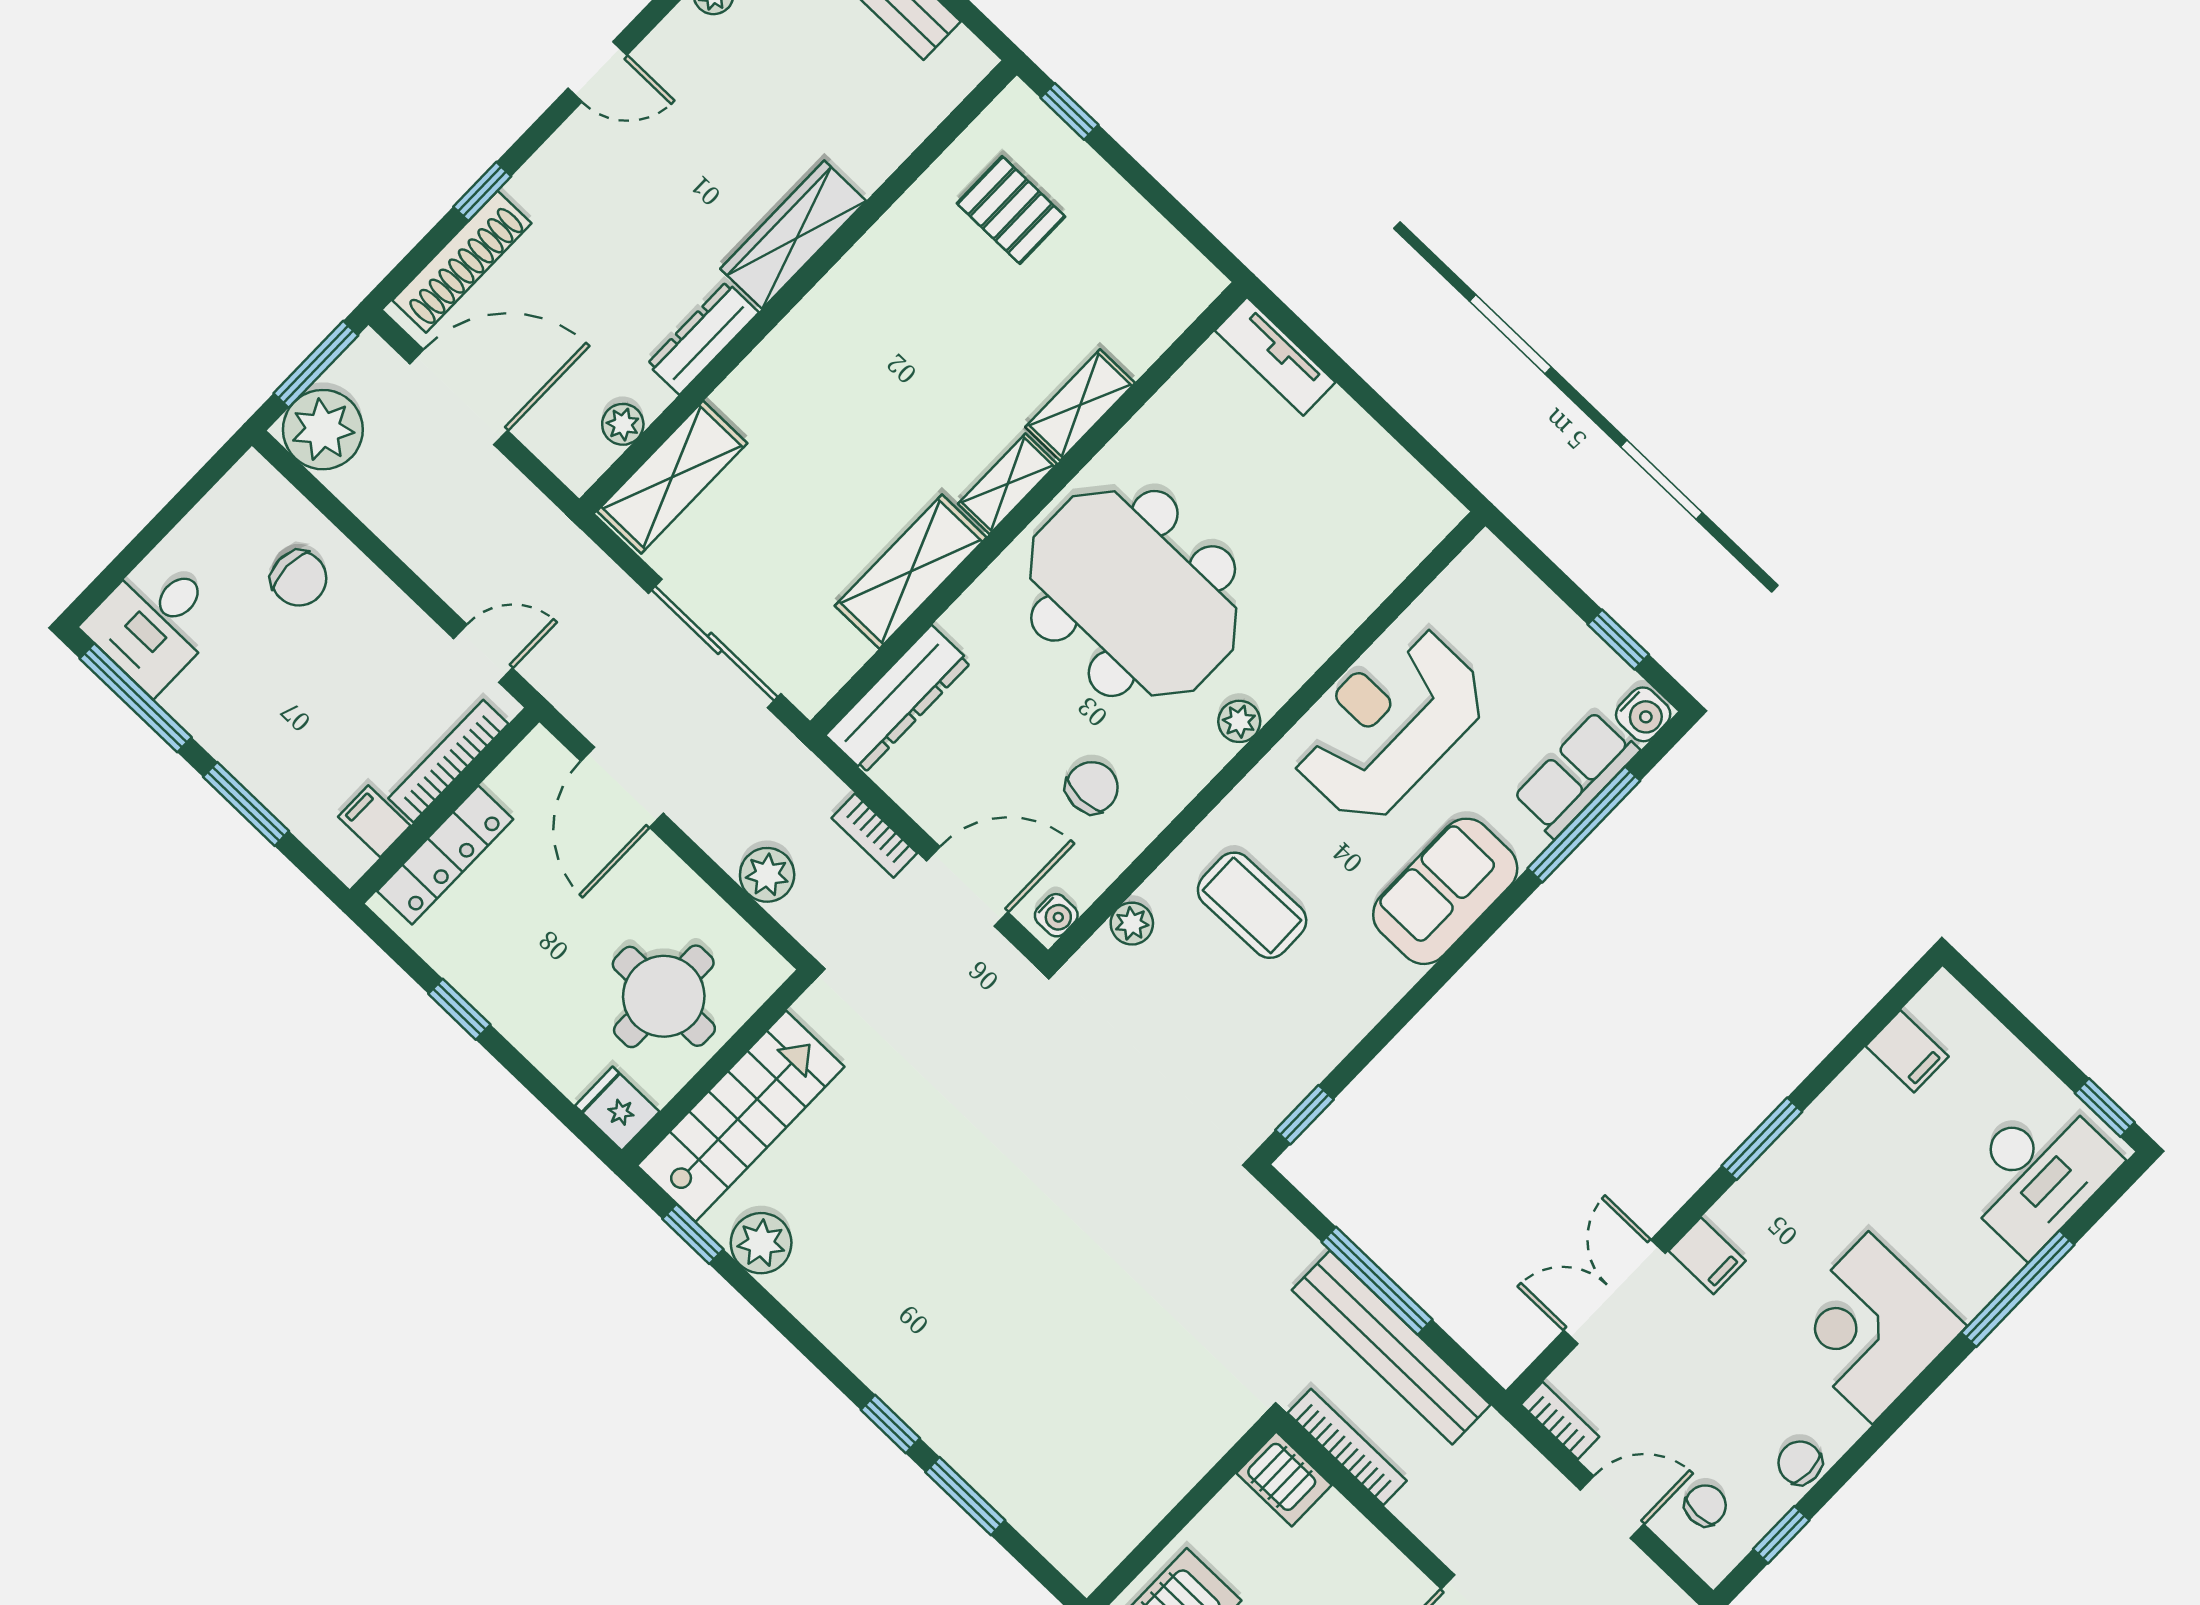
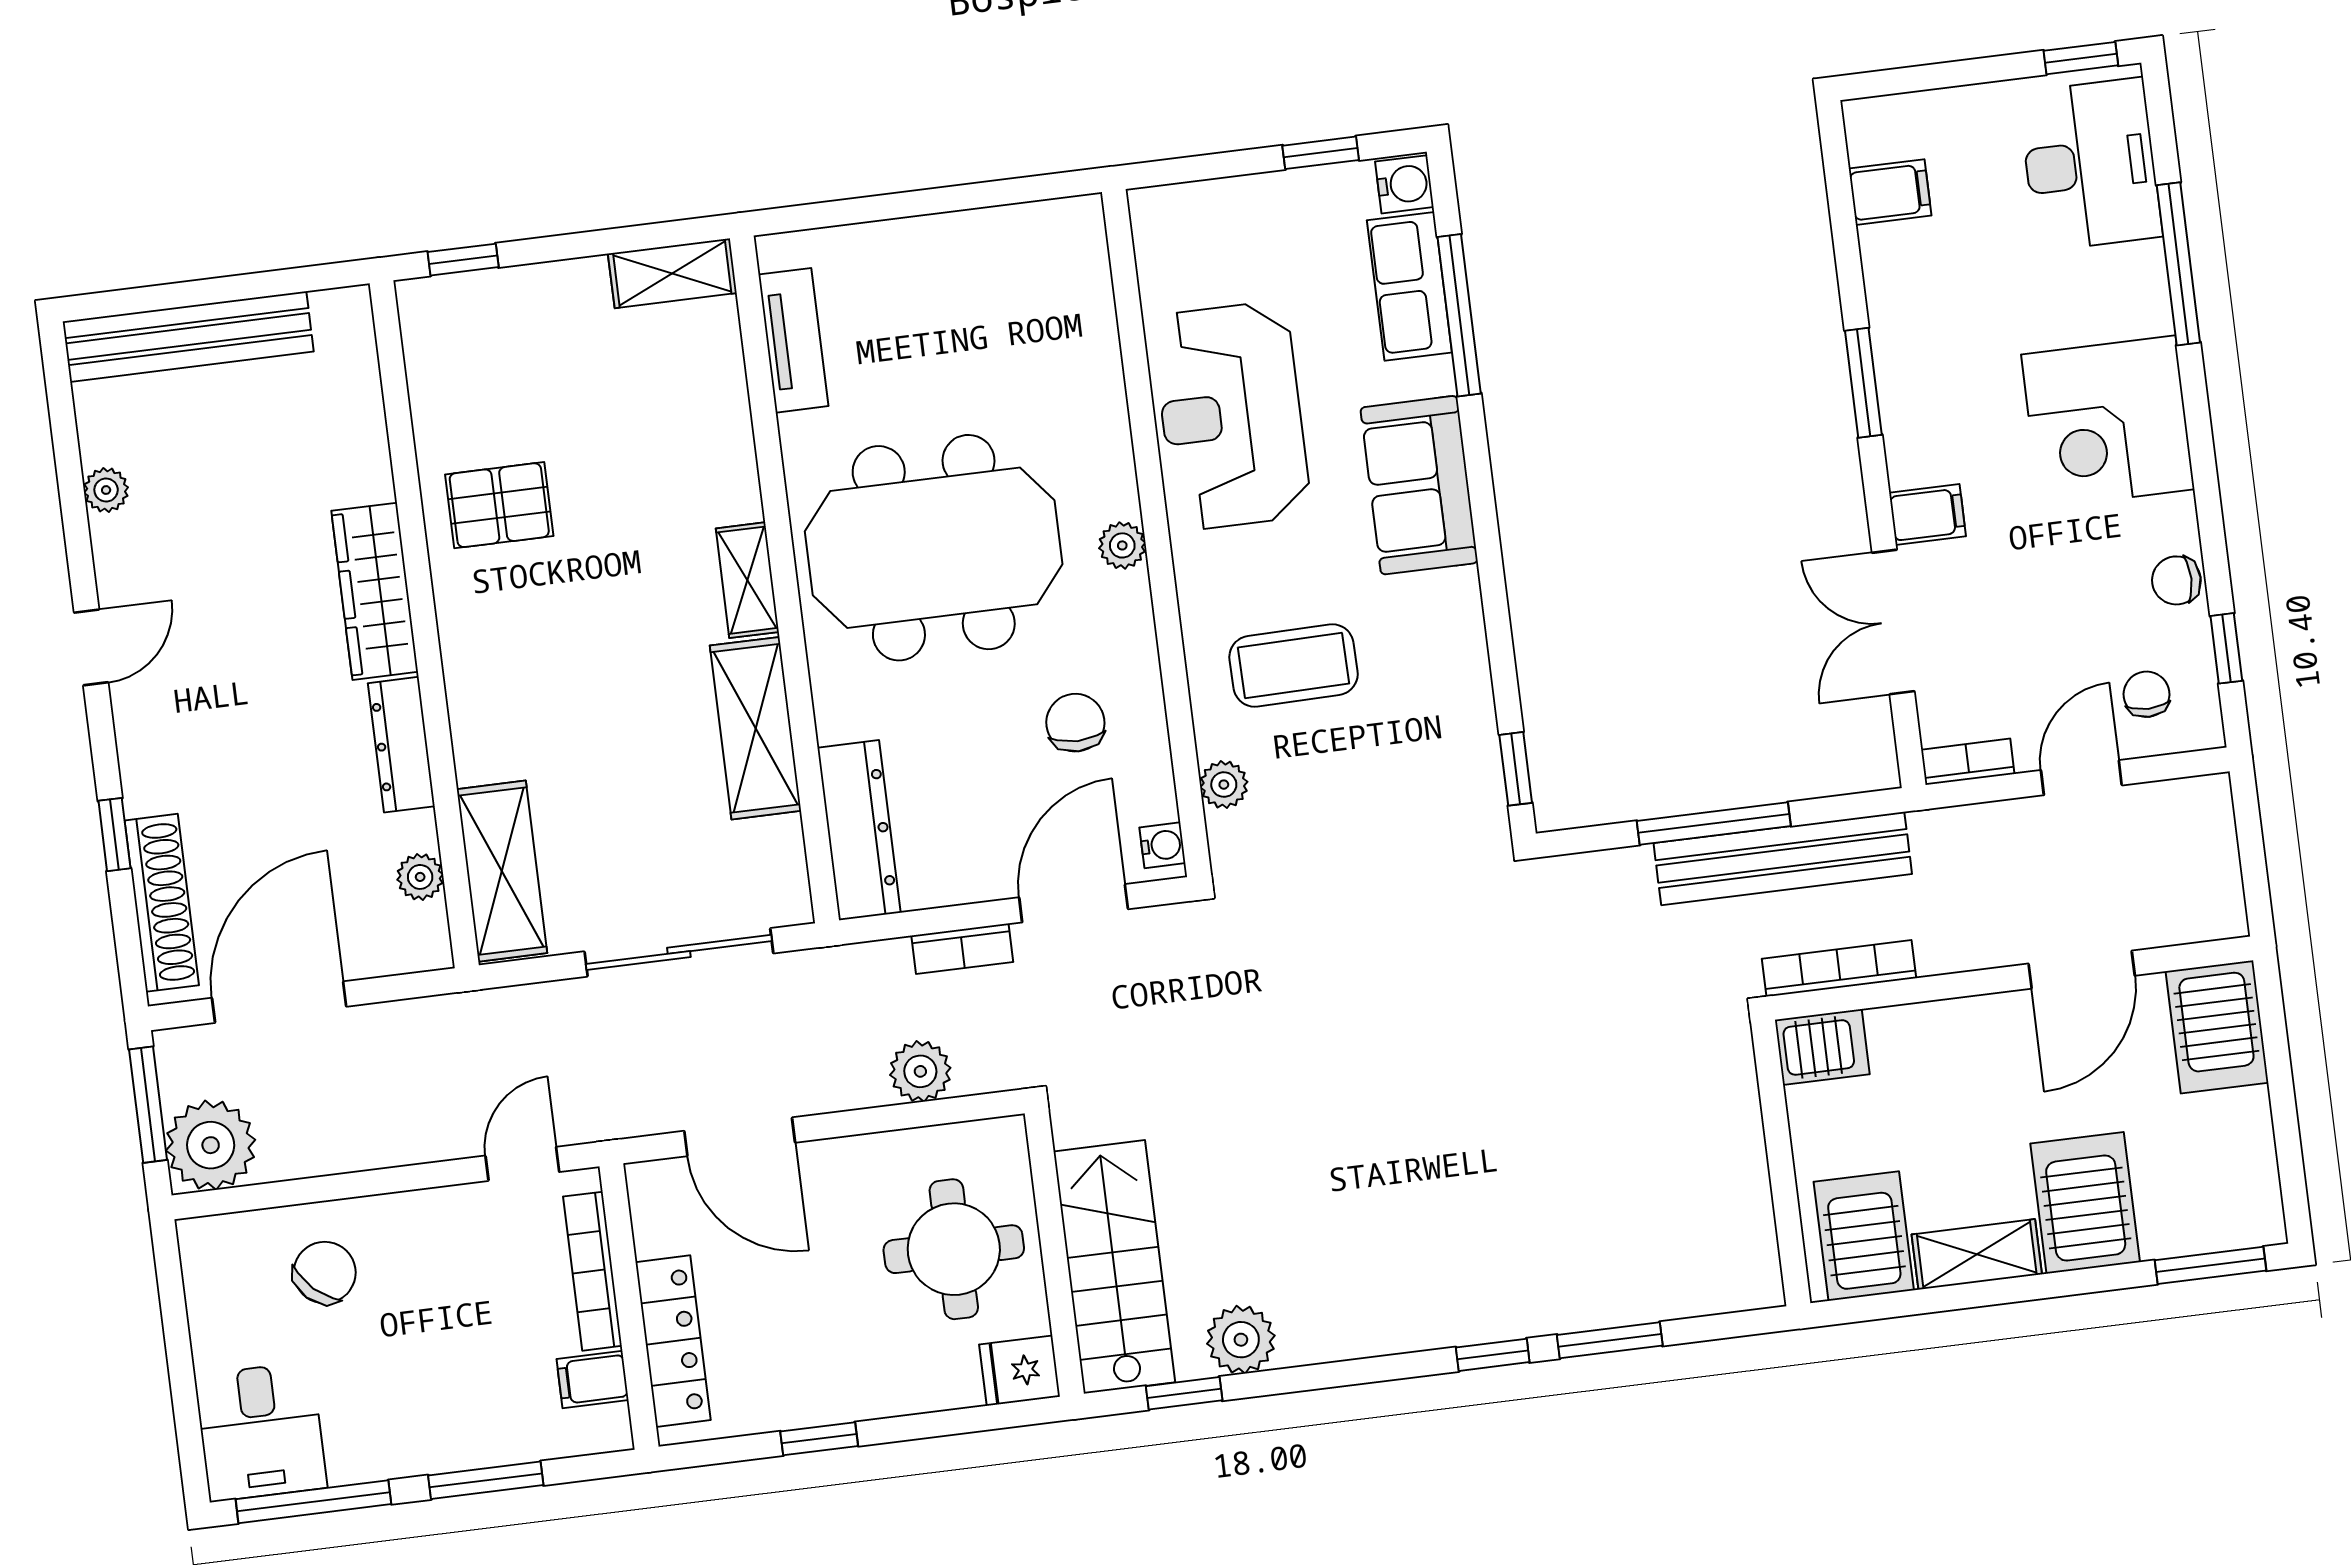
pallet: (1011, 210) -> (499, 505), moved
tv unit: (1275, 356) -> (793, 340), moved, turned -90
shelving: (1080, 405) -> (672, 273), moved, turned 90
chair: (299, 578) -> (325, 1273), turned -47

